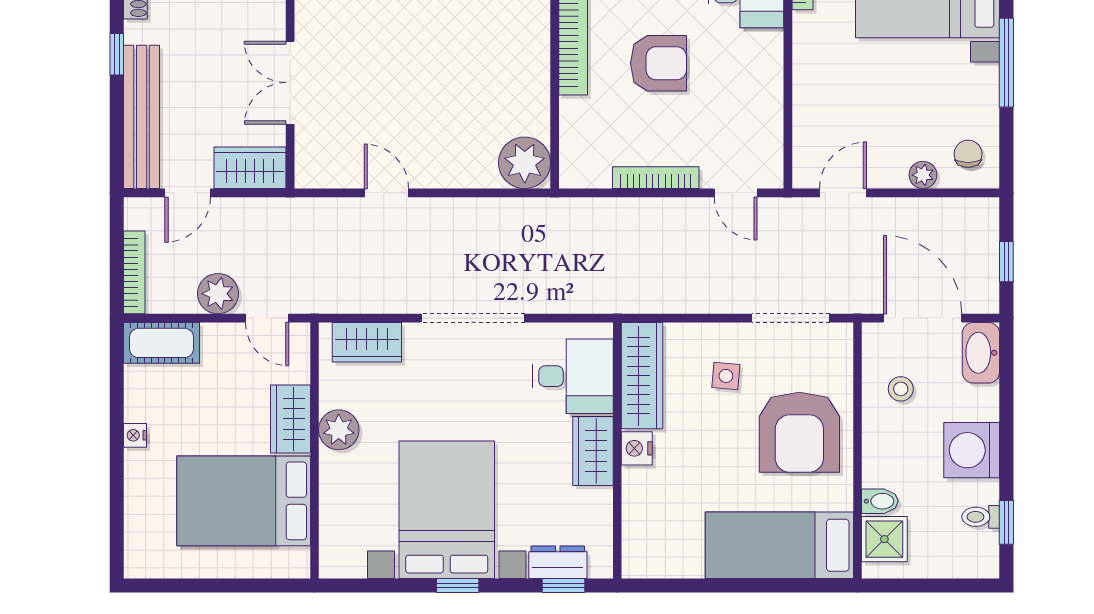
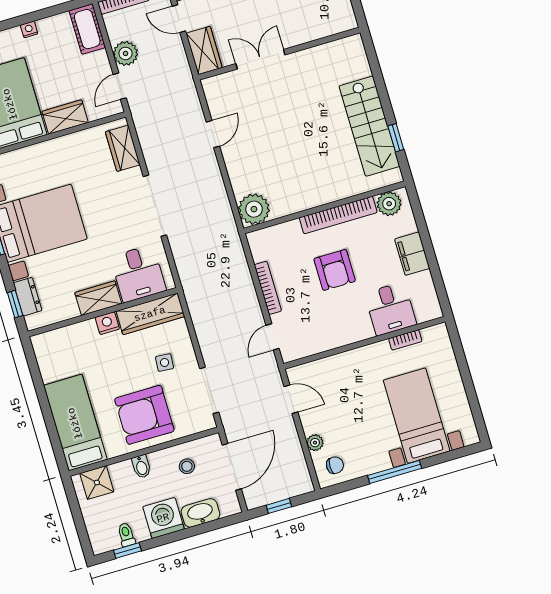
washbasin: (981, 353) -> (200, 513), moved
plant: (339, 430) -> (67, 147), removed
bidet: (880, 501) -> (141, 466), moved

